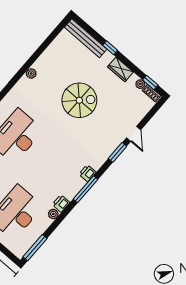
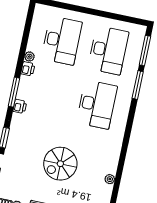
plant: (31, 73) -> (110, 179), moved
window: (35, 248) -> (29, 20), removed

